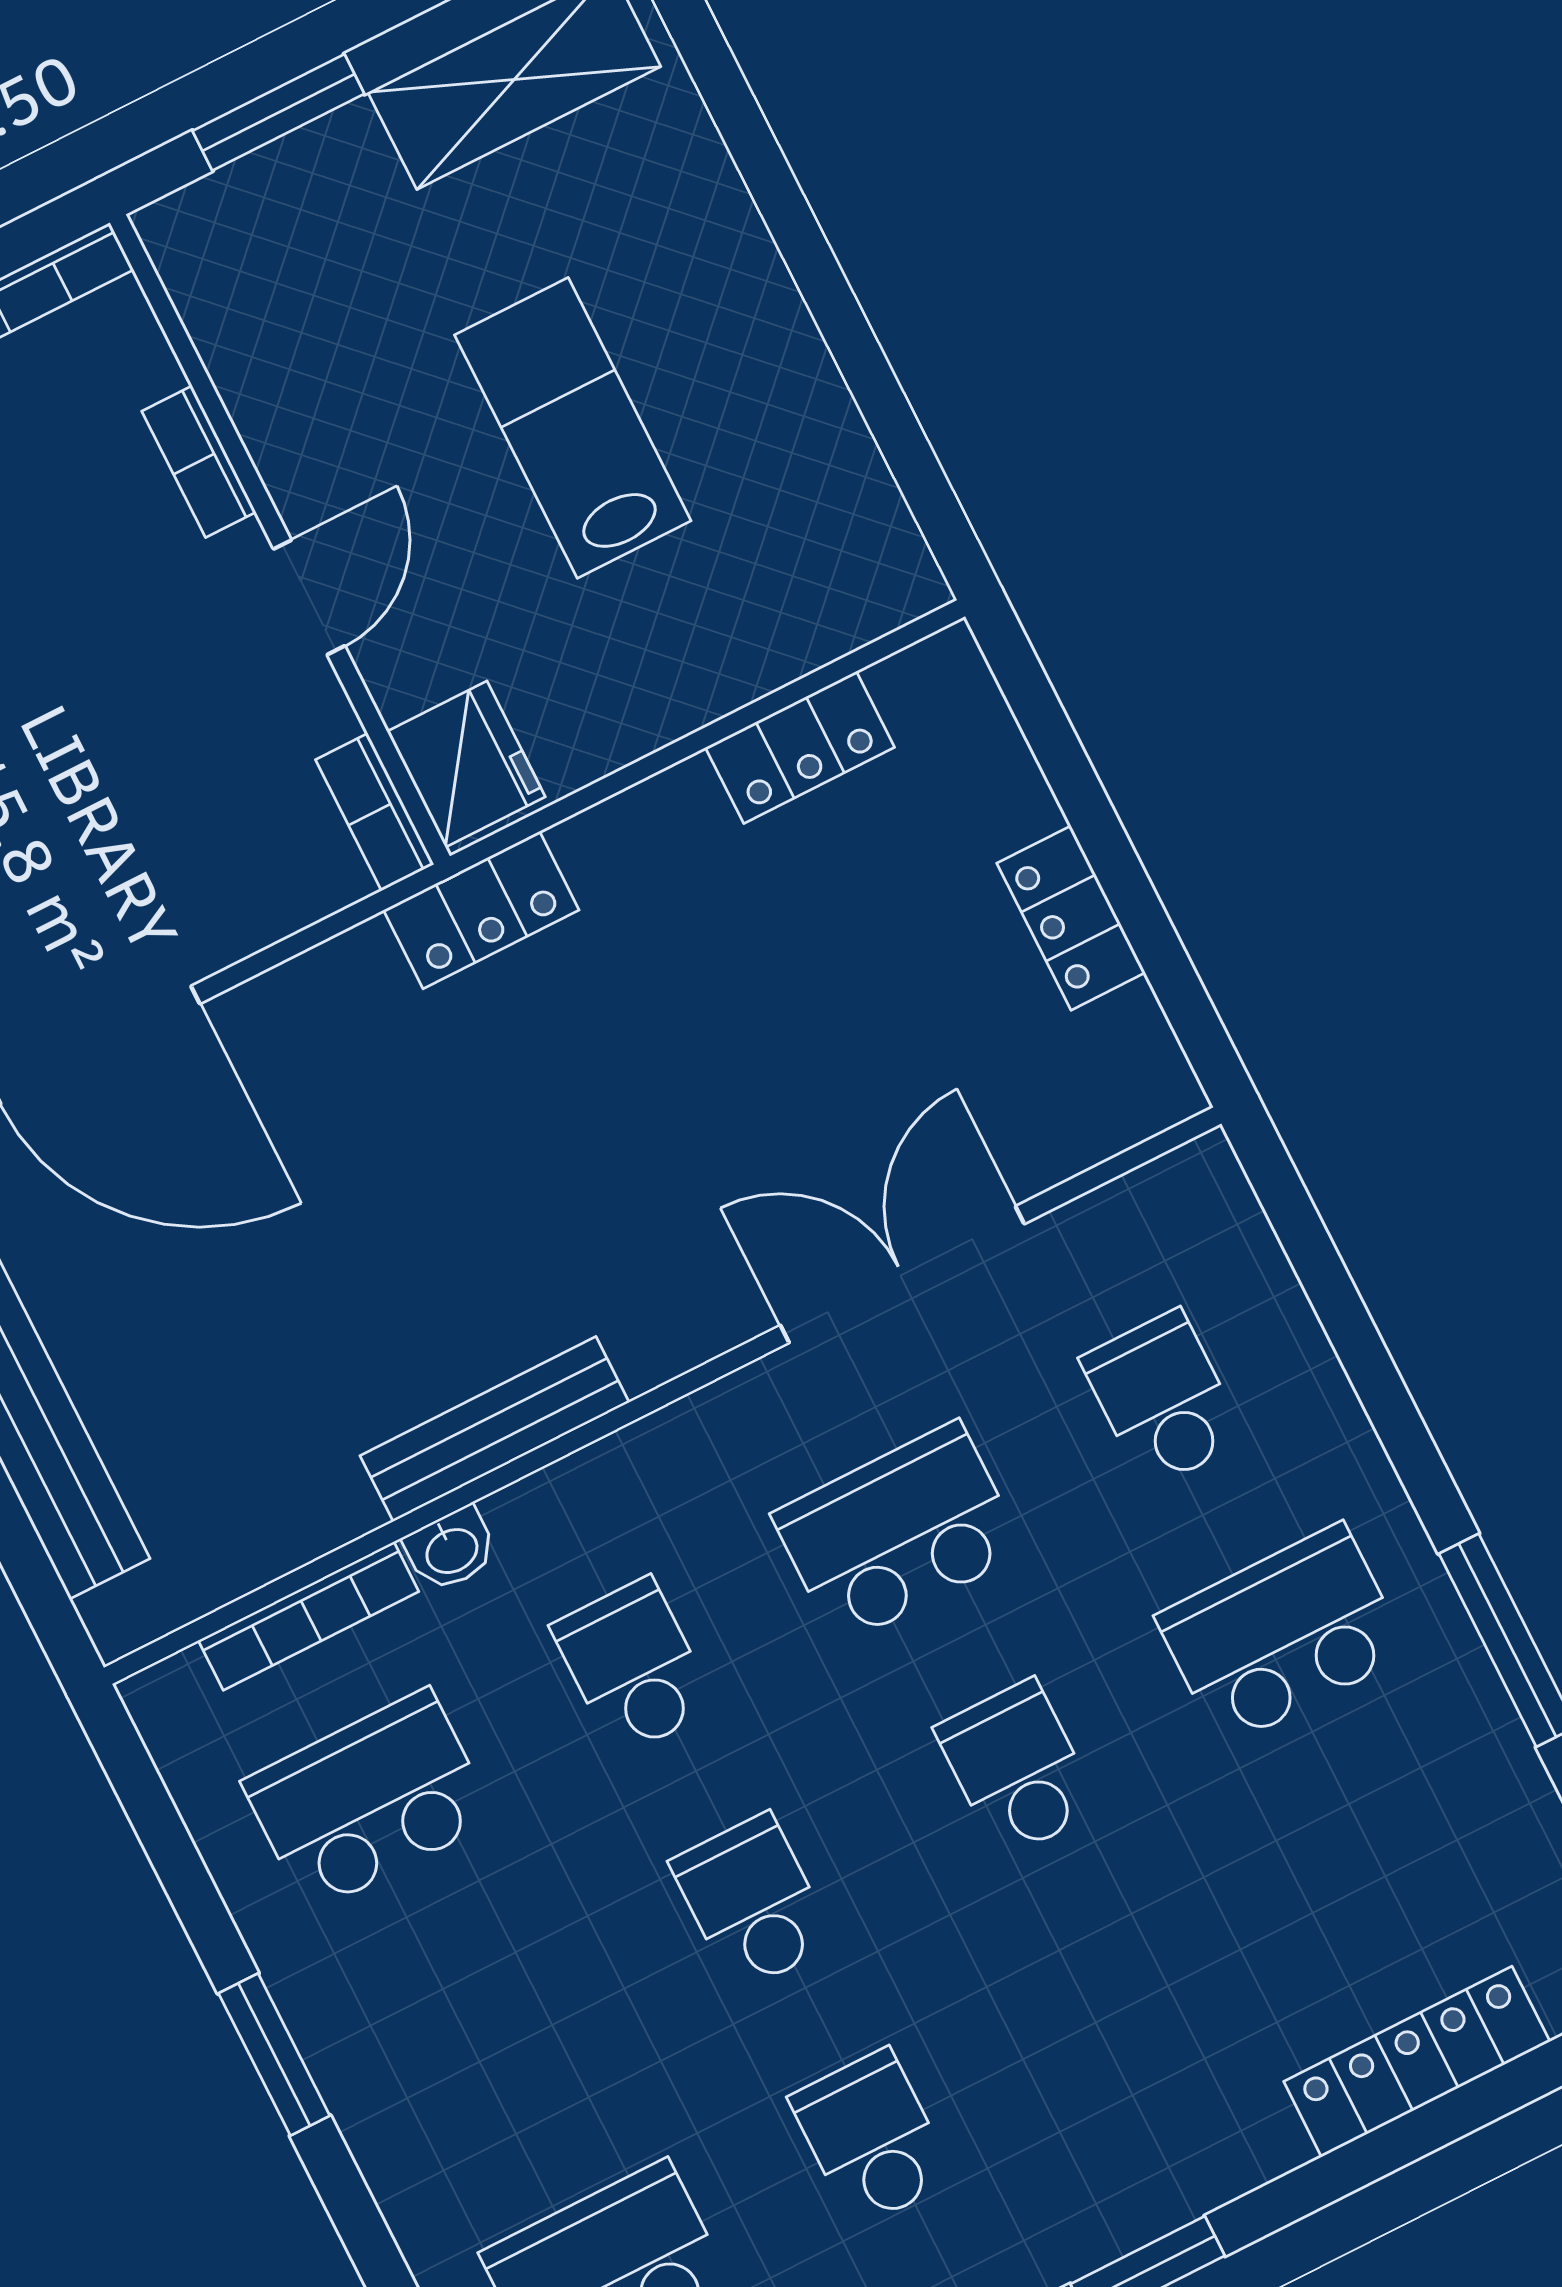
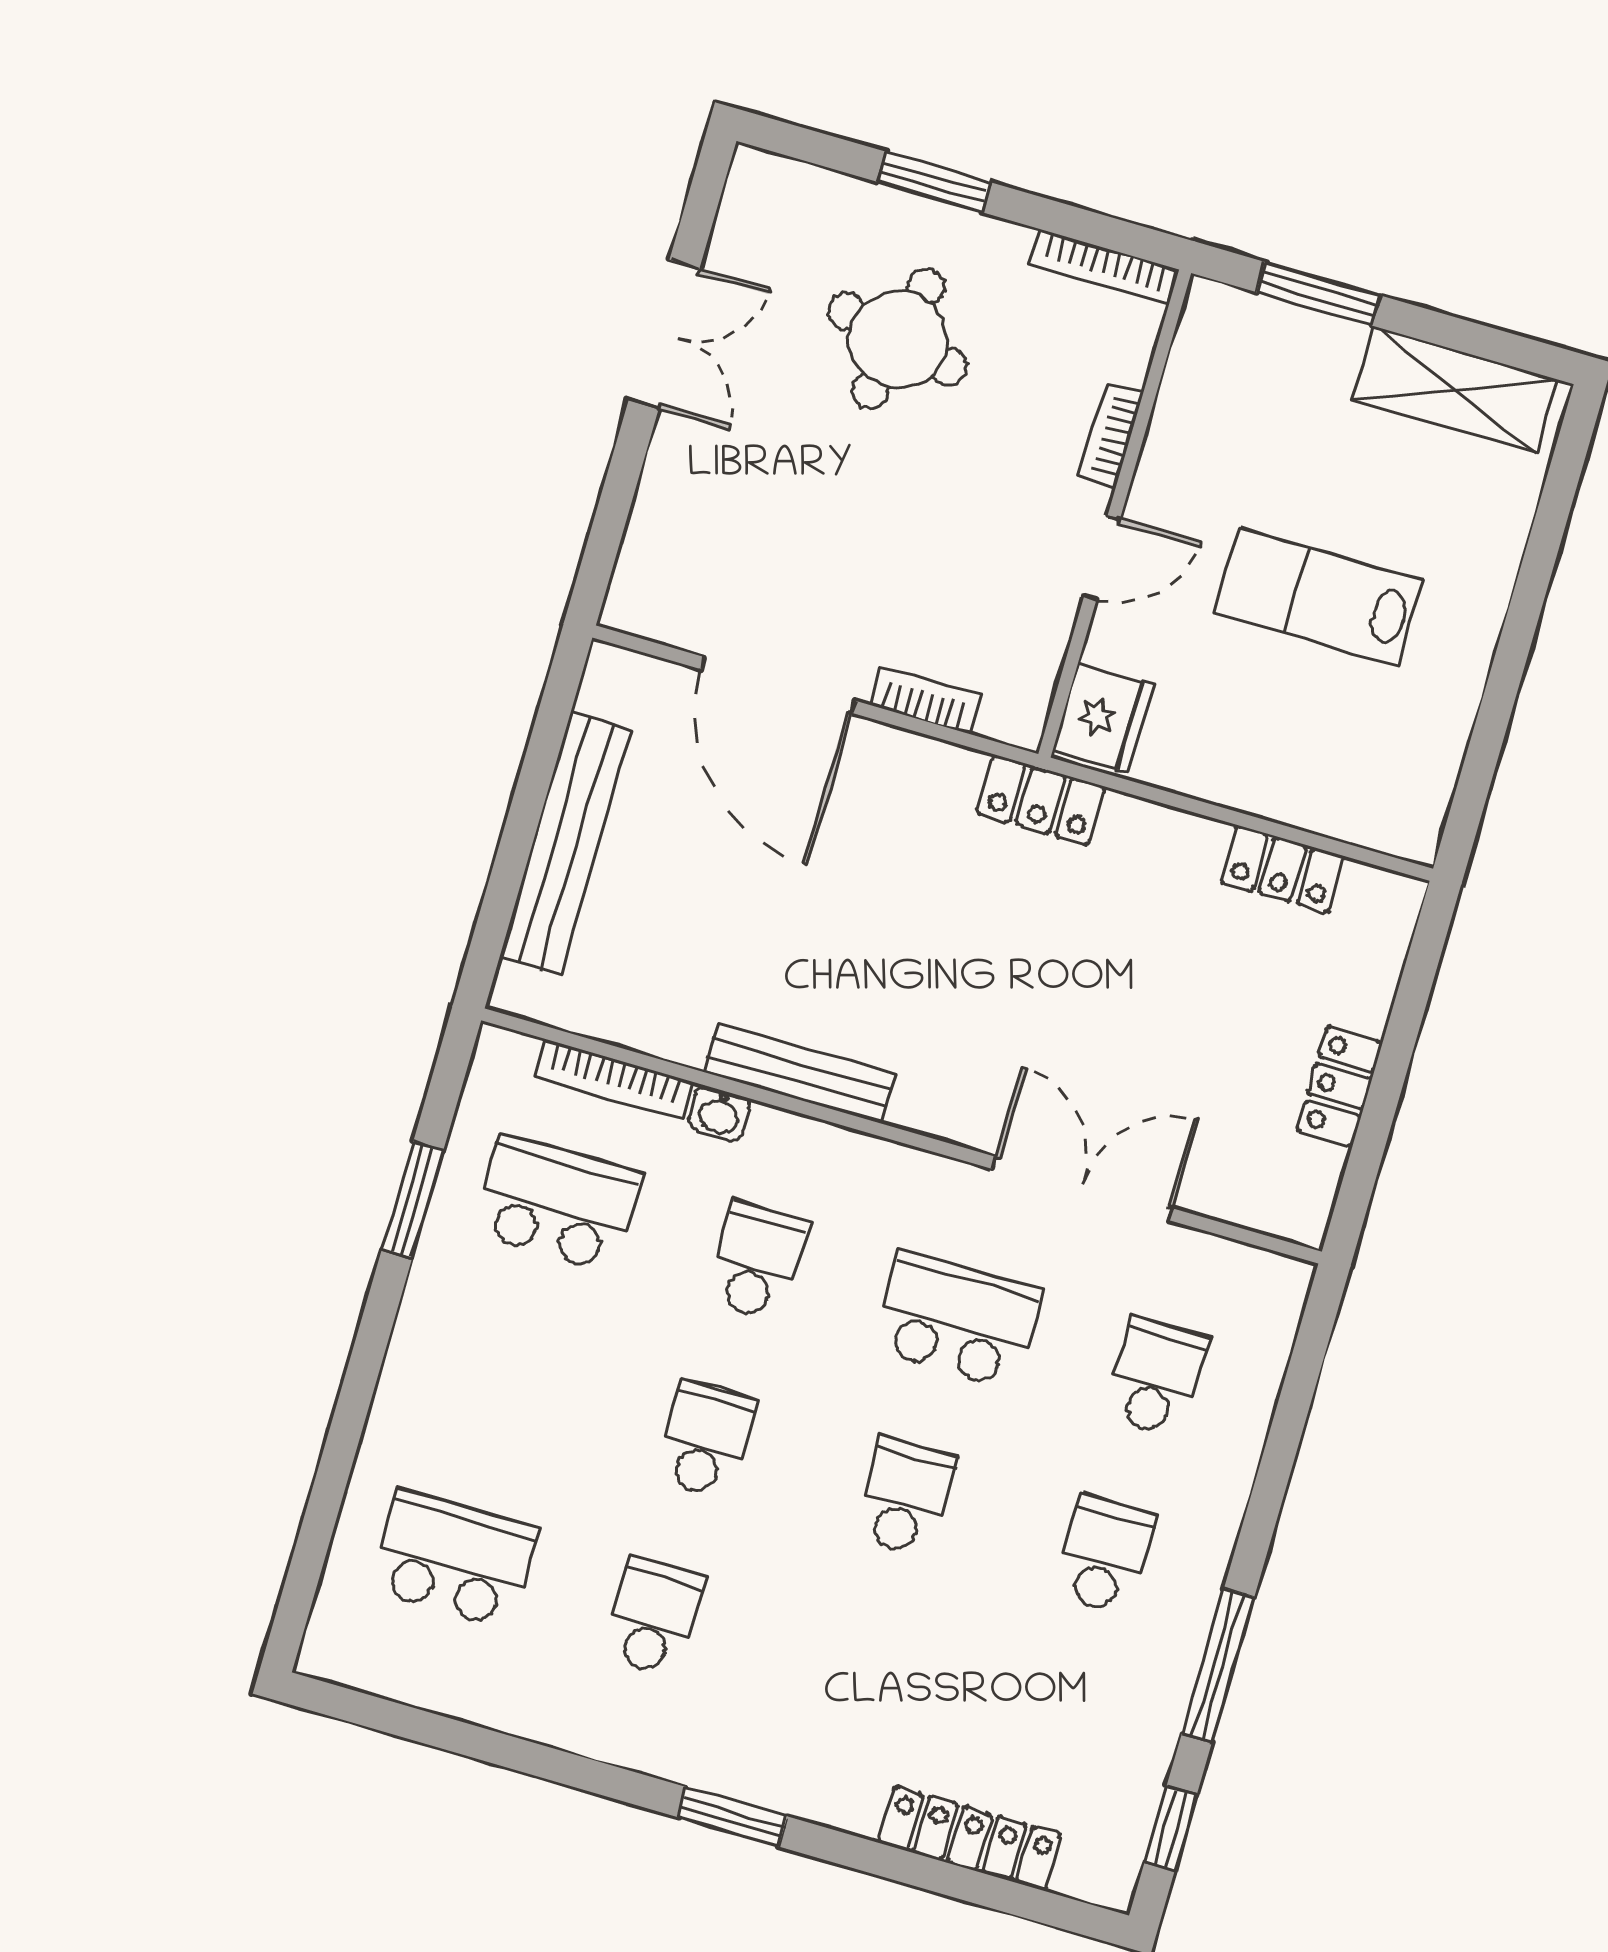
lab bench: (573, 428) -> (1318, 596), turned -90
bookcase: (375, 812) -> (926, 700), moved, turned 90
school desk: (1282, 1635) -> (1105, 1555), width x0.54
window: (274, 2054) -> (413, 1200), moved

